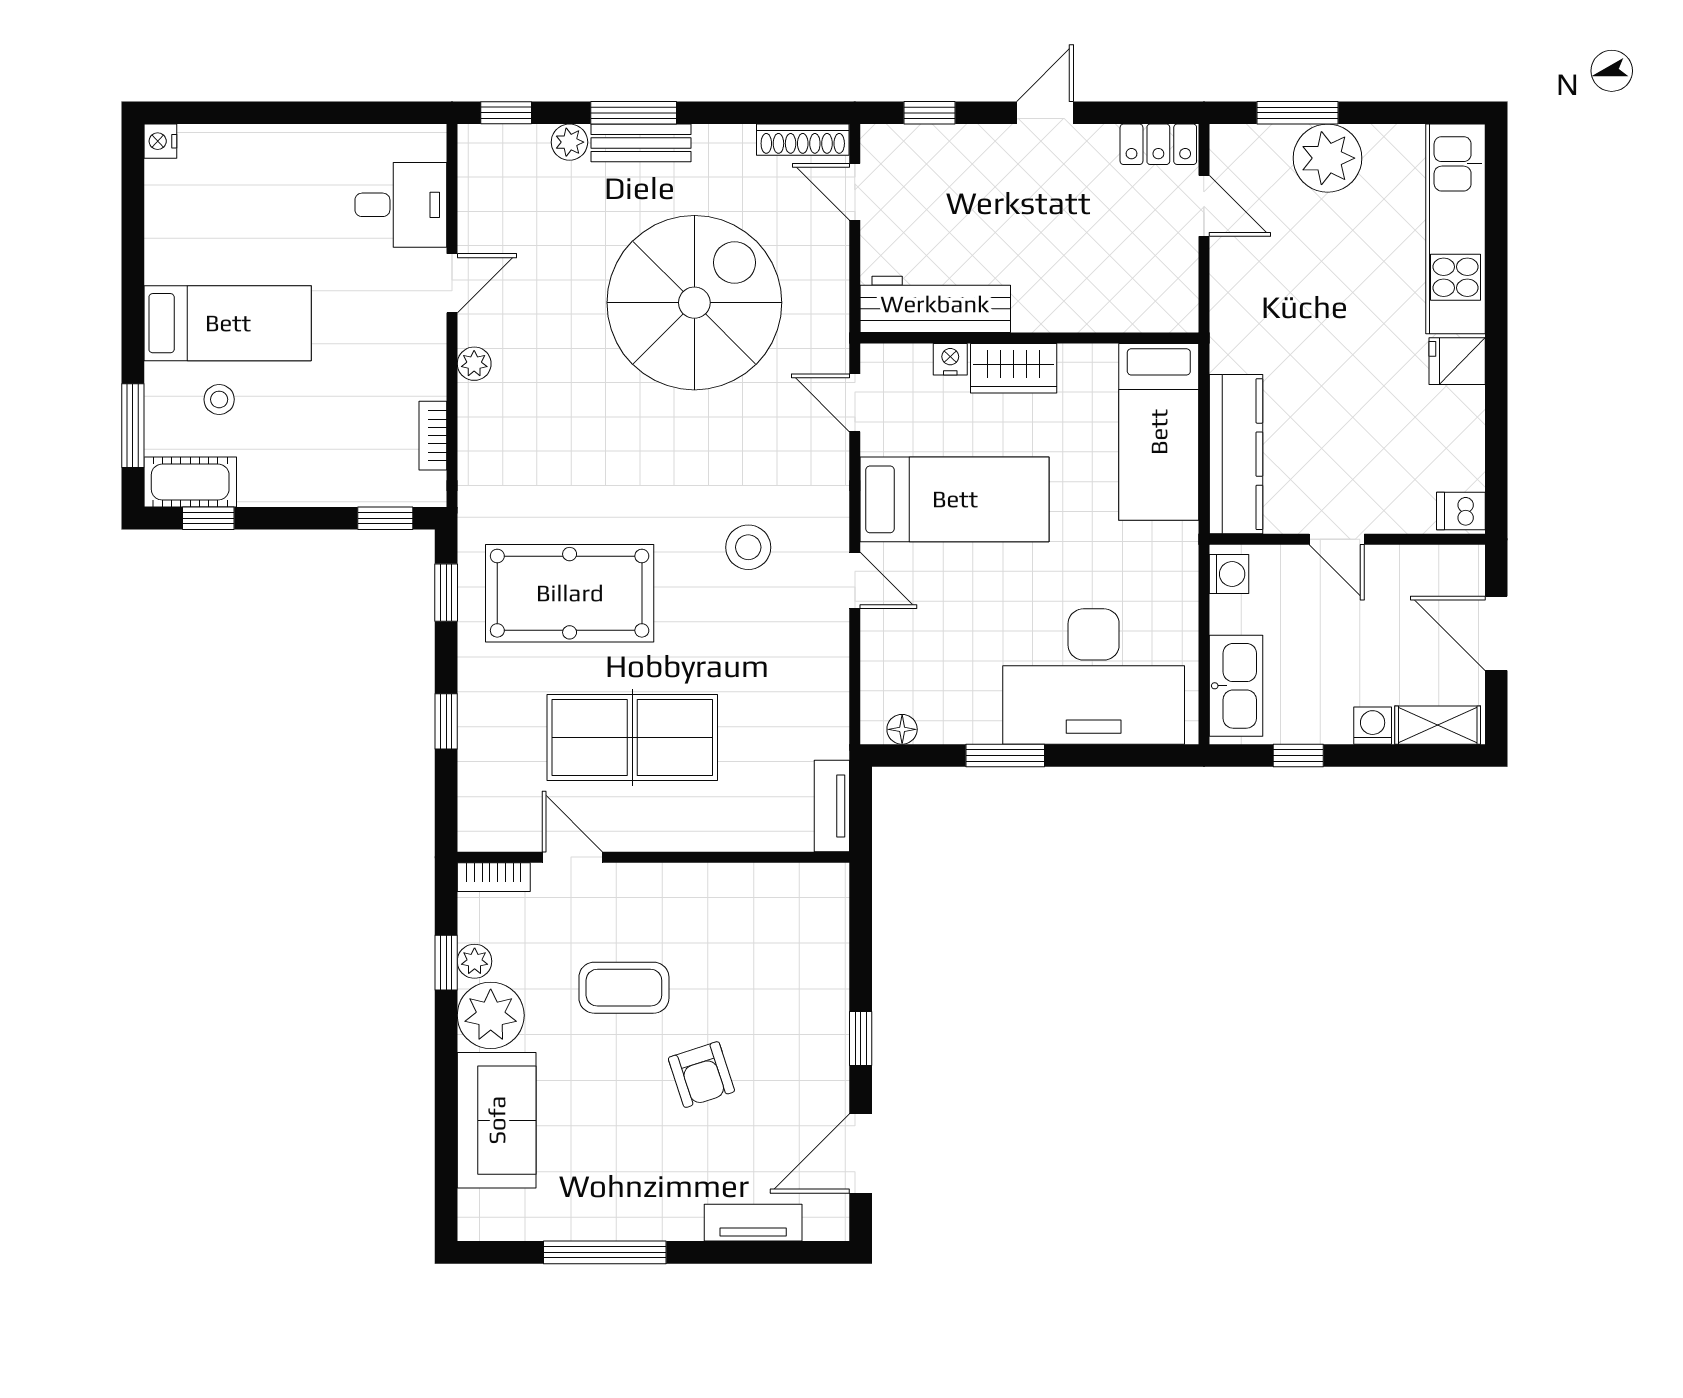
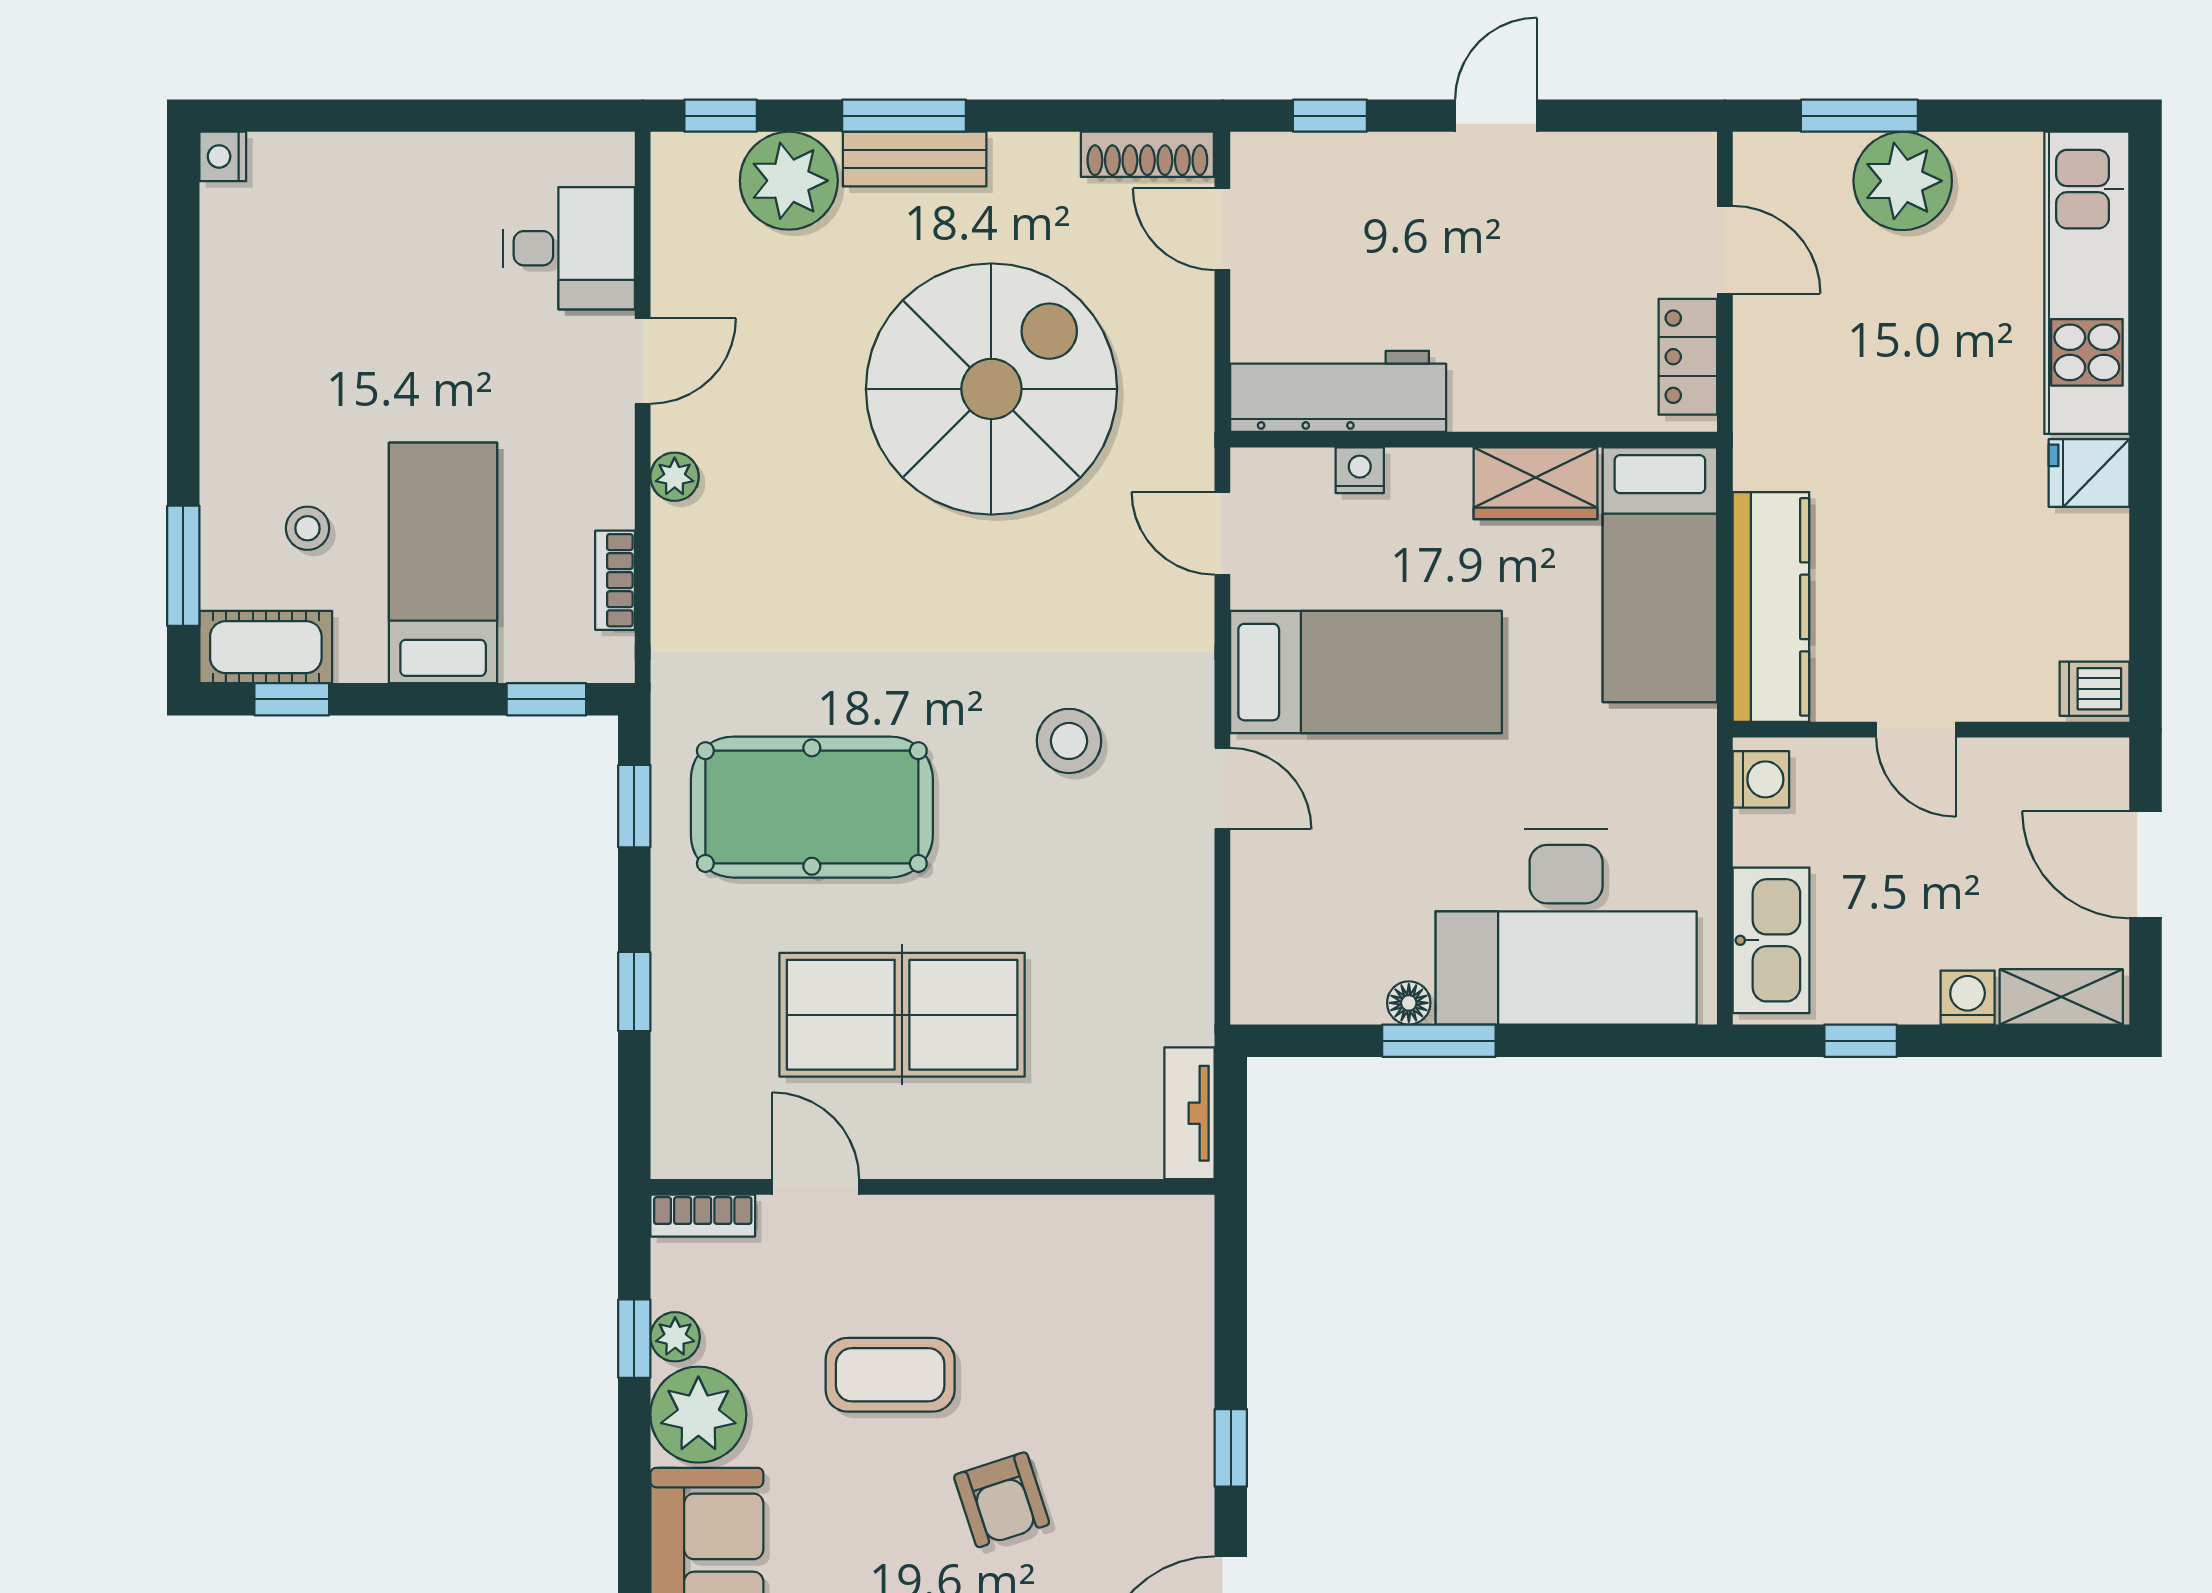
plant: (569, 142) -> (789, 181), width x1.88, depth x1.88
locker: (1158, 144) -> (1688, 357), moved, turned 90
bed: (228, 323) -> (443, 563), moved, turned -90
wardrobe: (1014, 368) -> (1535, 483), moved
floor lamp: (902, 729) -> (1409, 1003), moved

